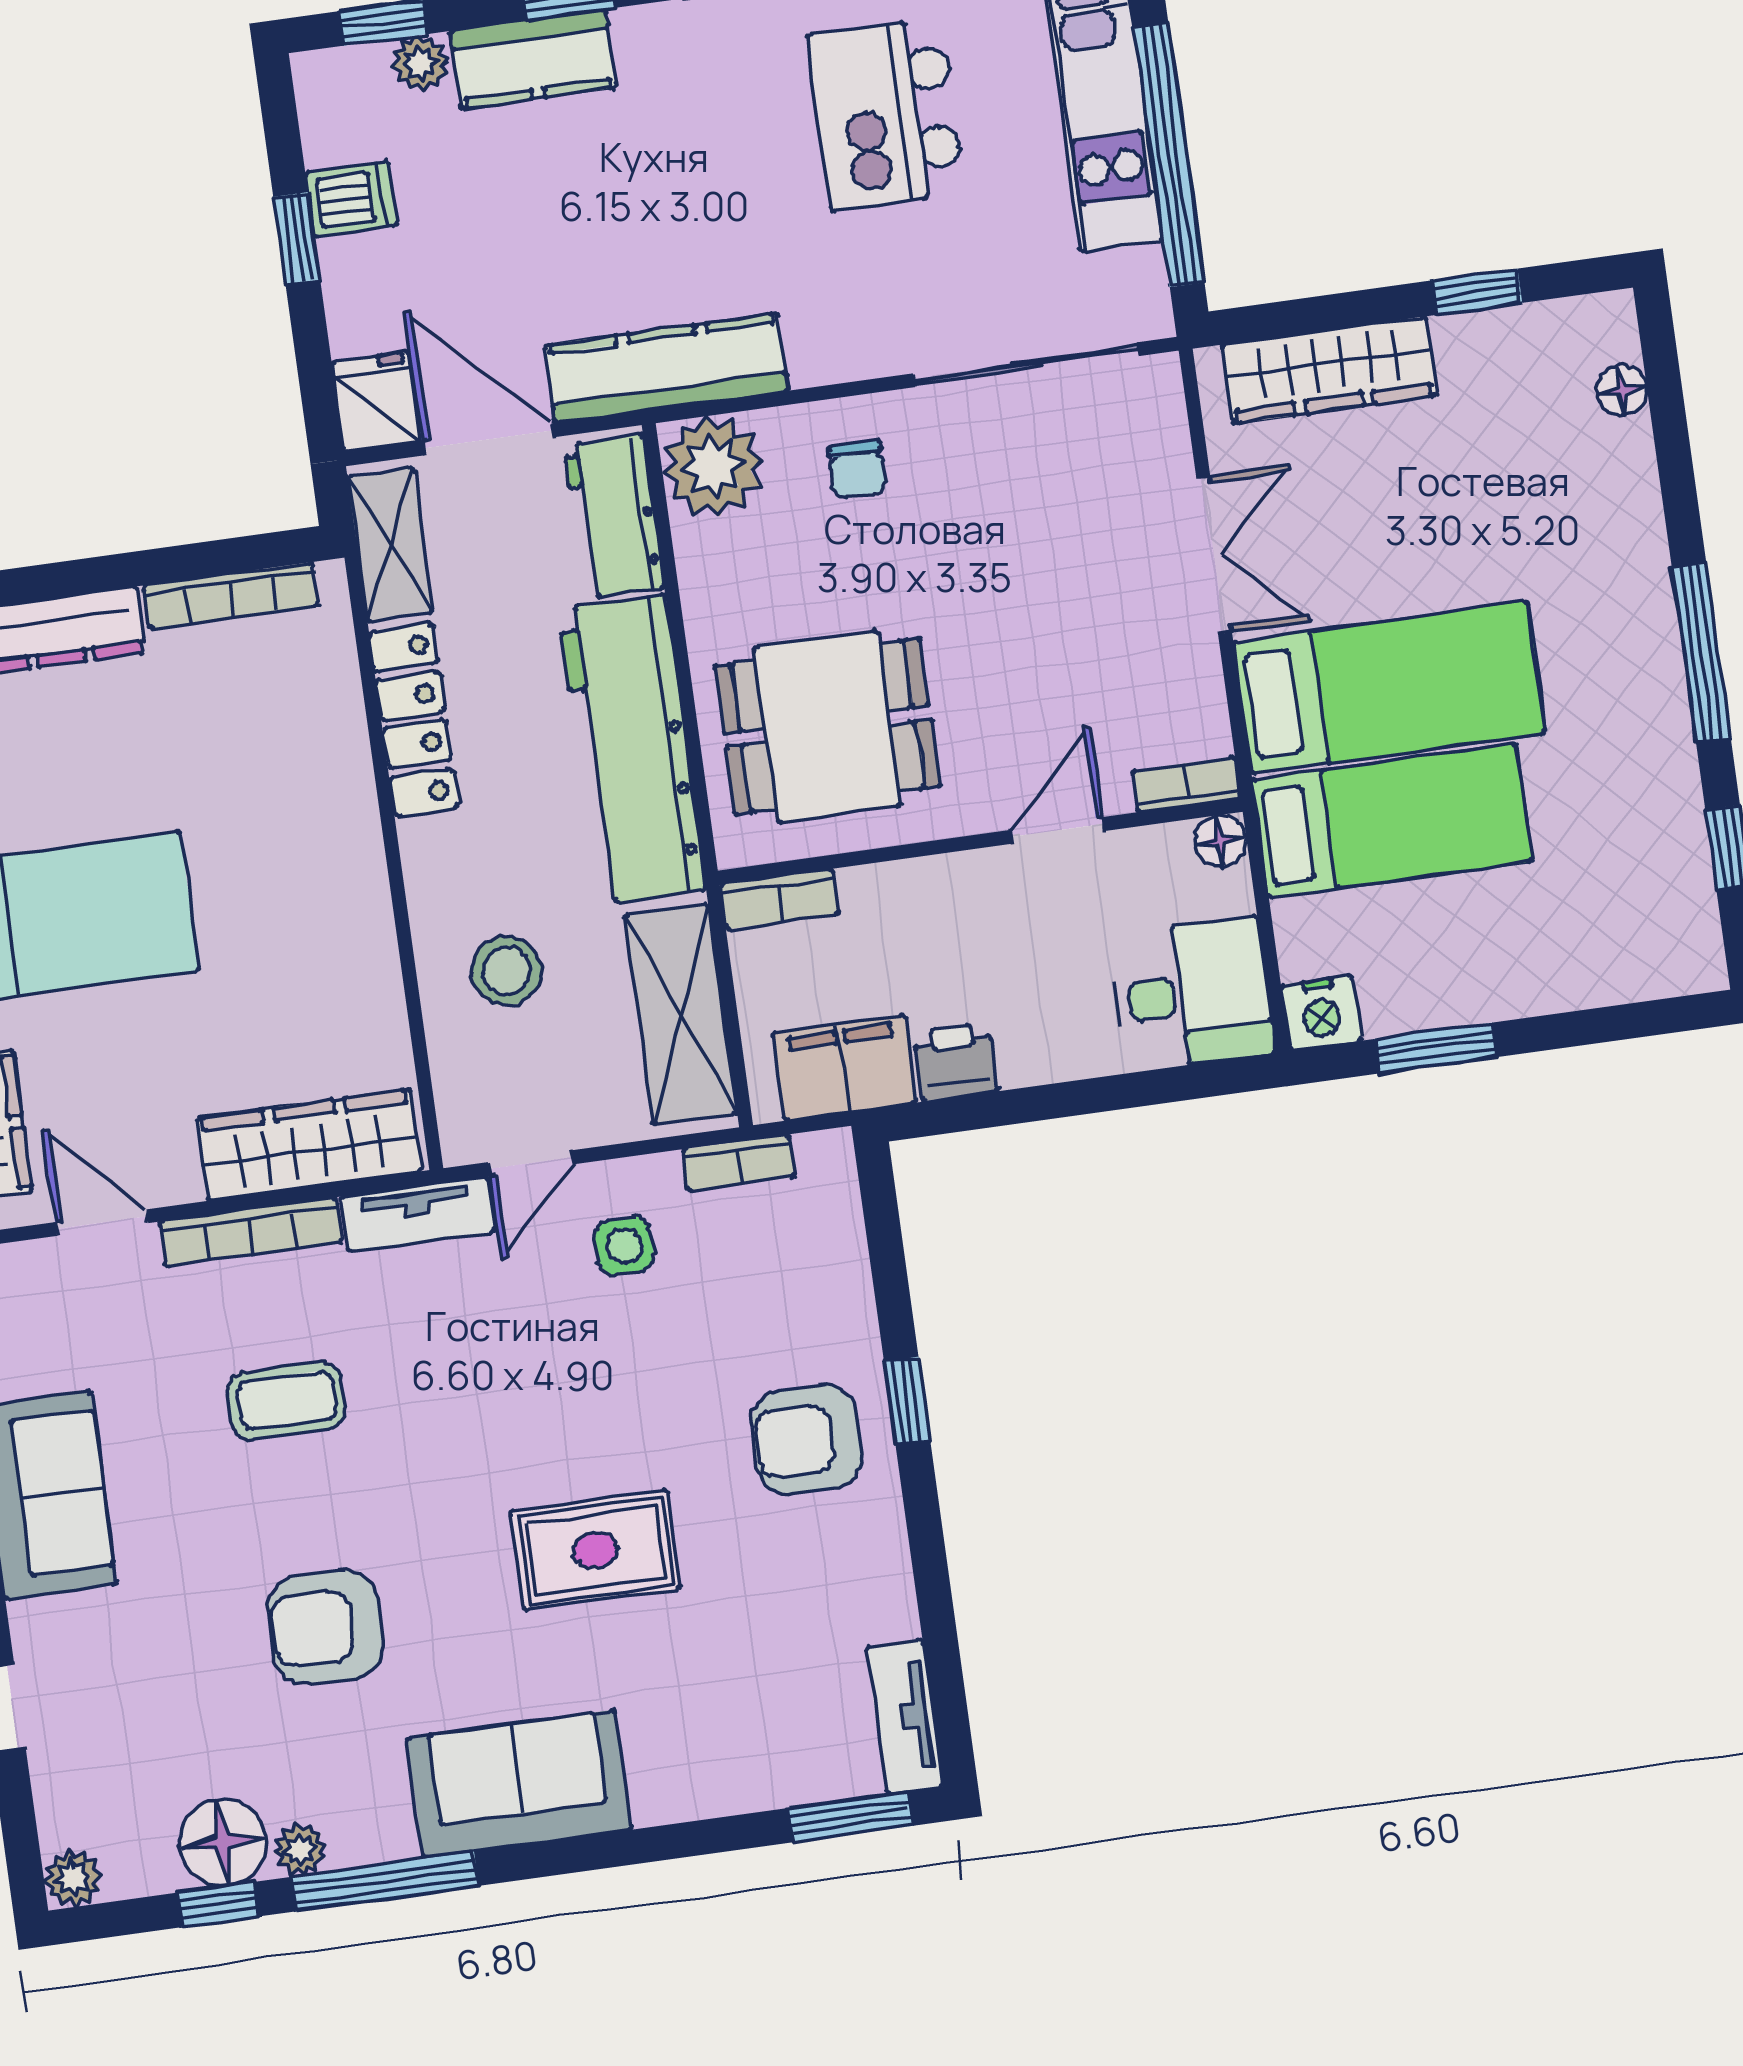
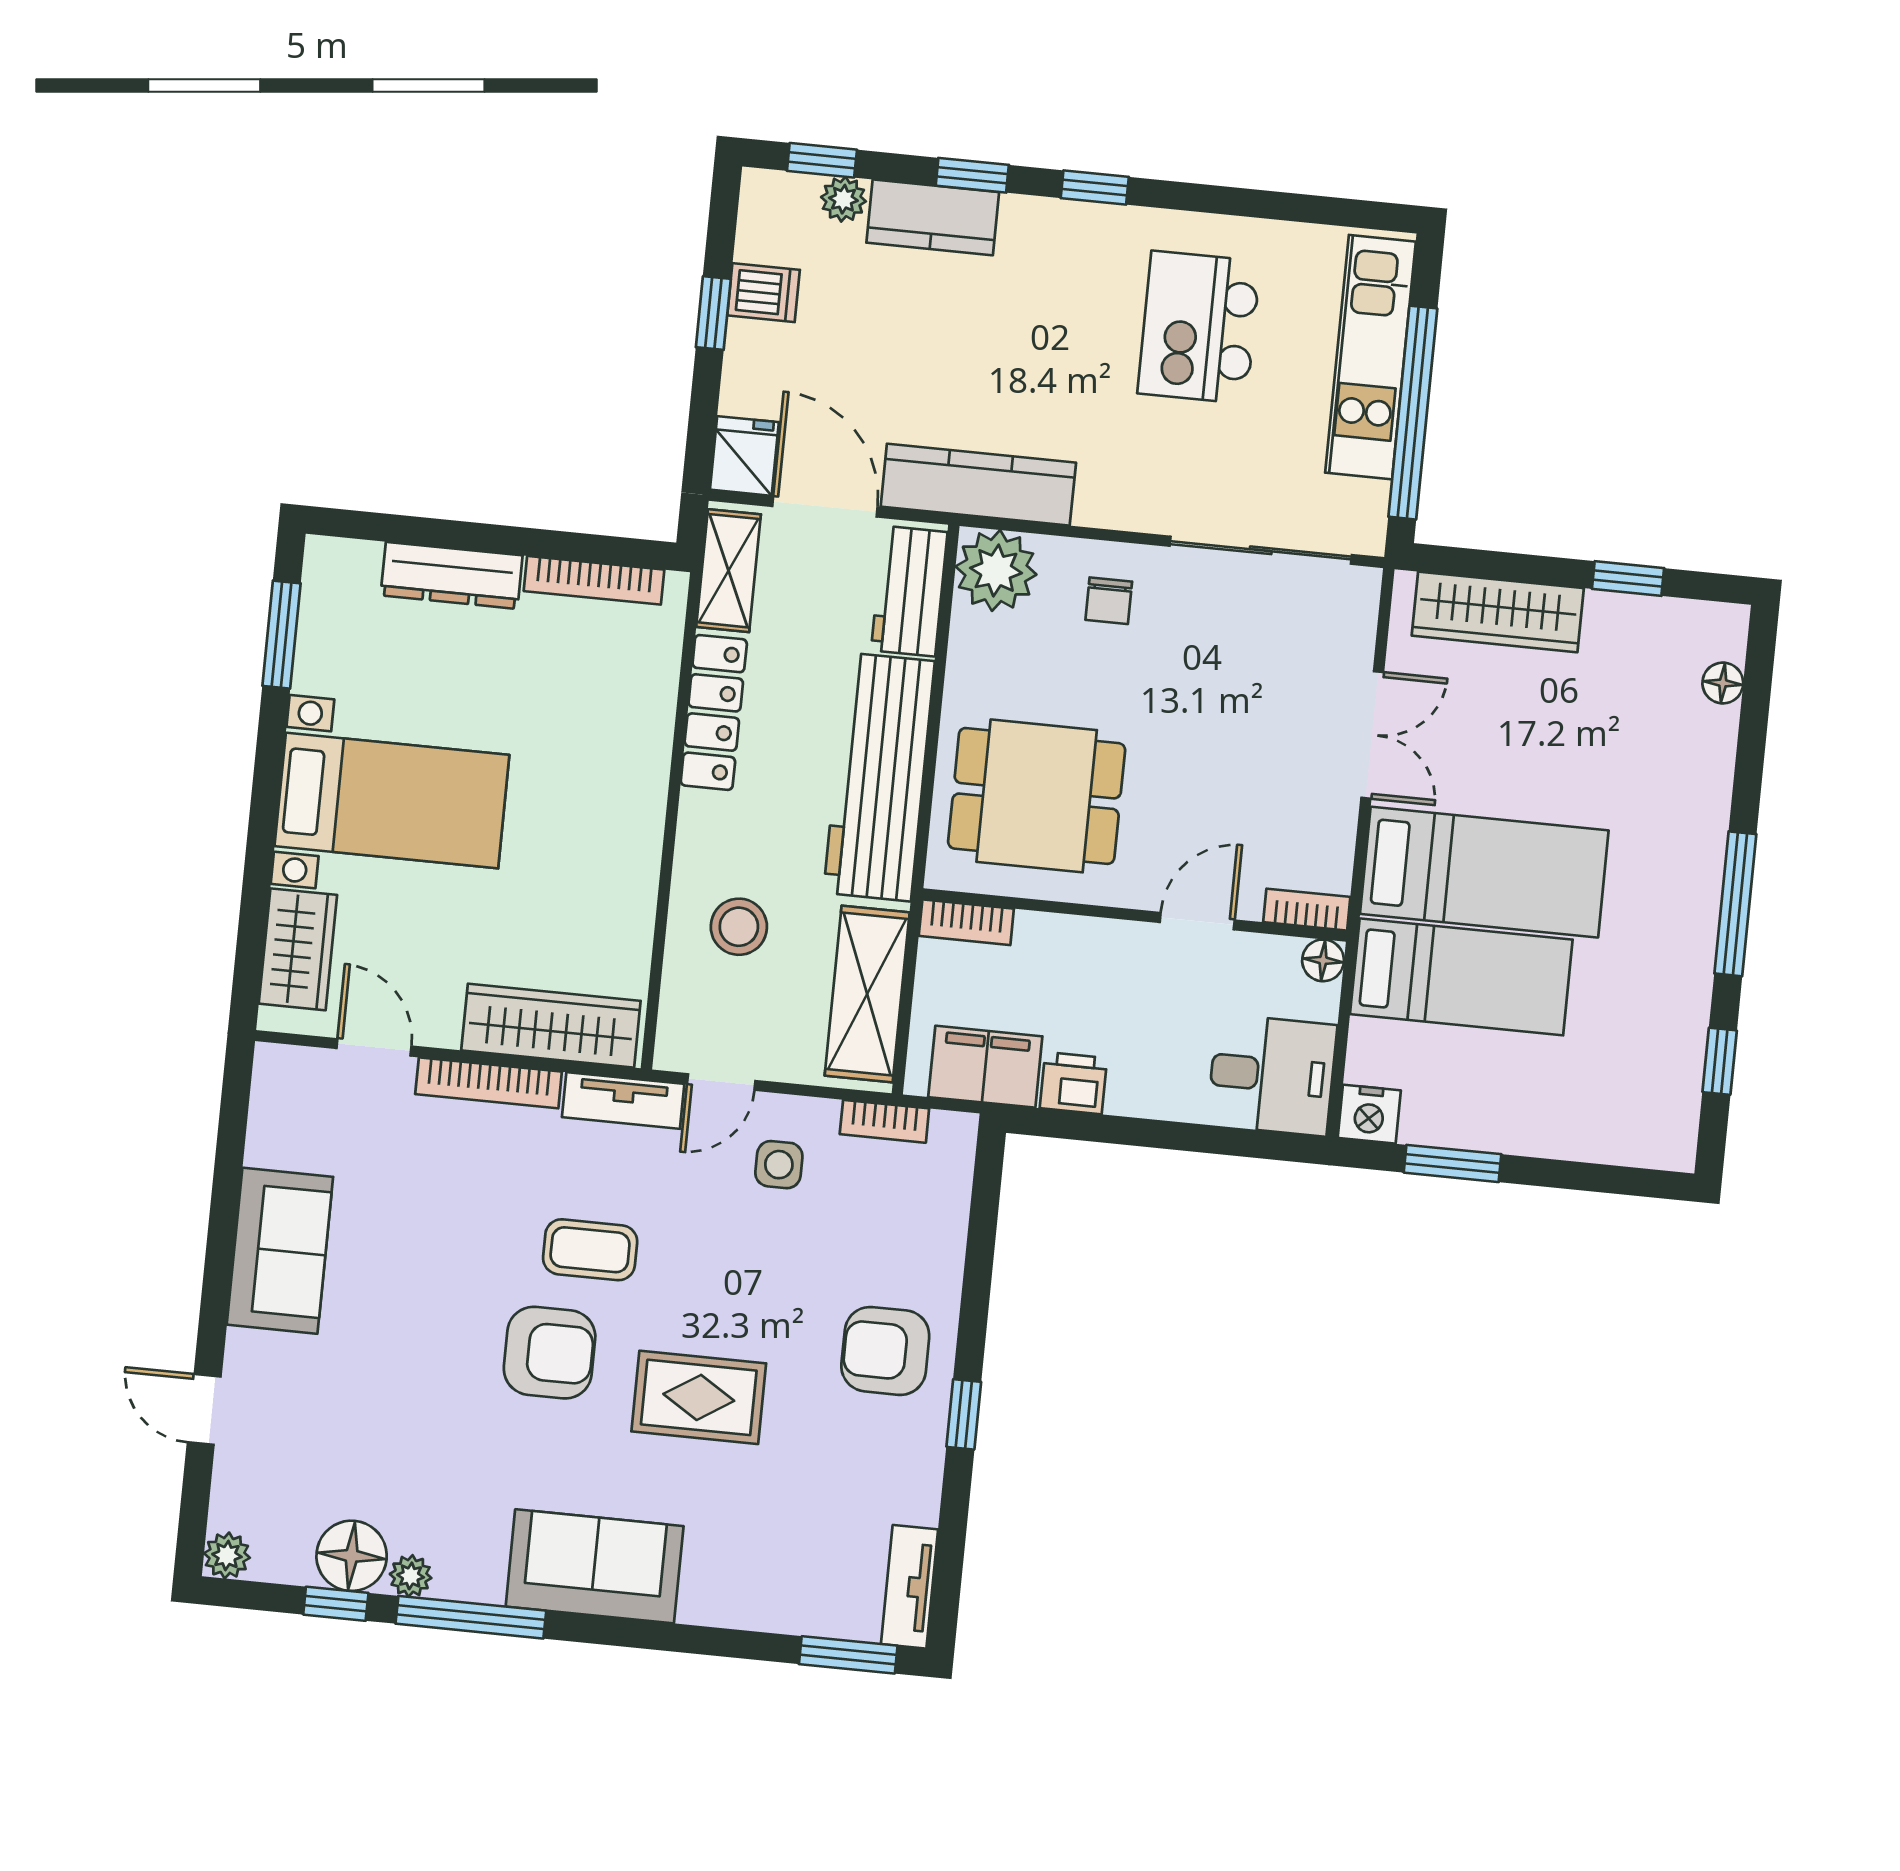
coffee table: (286, 1400) -> (590, 1250), moved
window: (907, 1401) -> (964, 1414), moved
armchair: (325, 1627) -> (550, 1353), moved, turned 180

